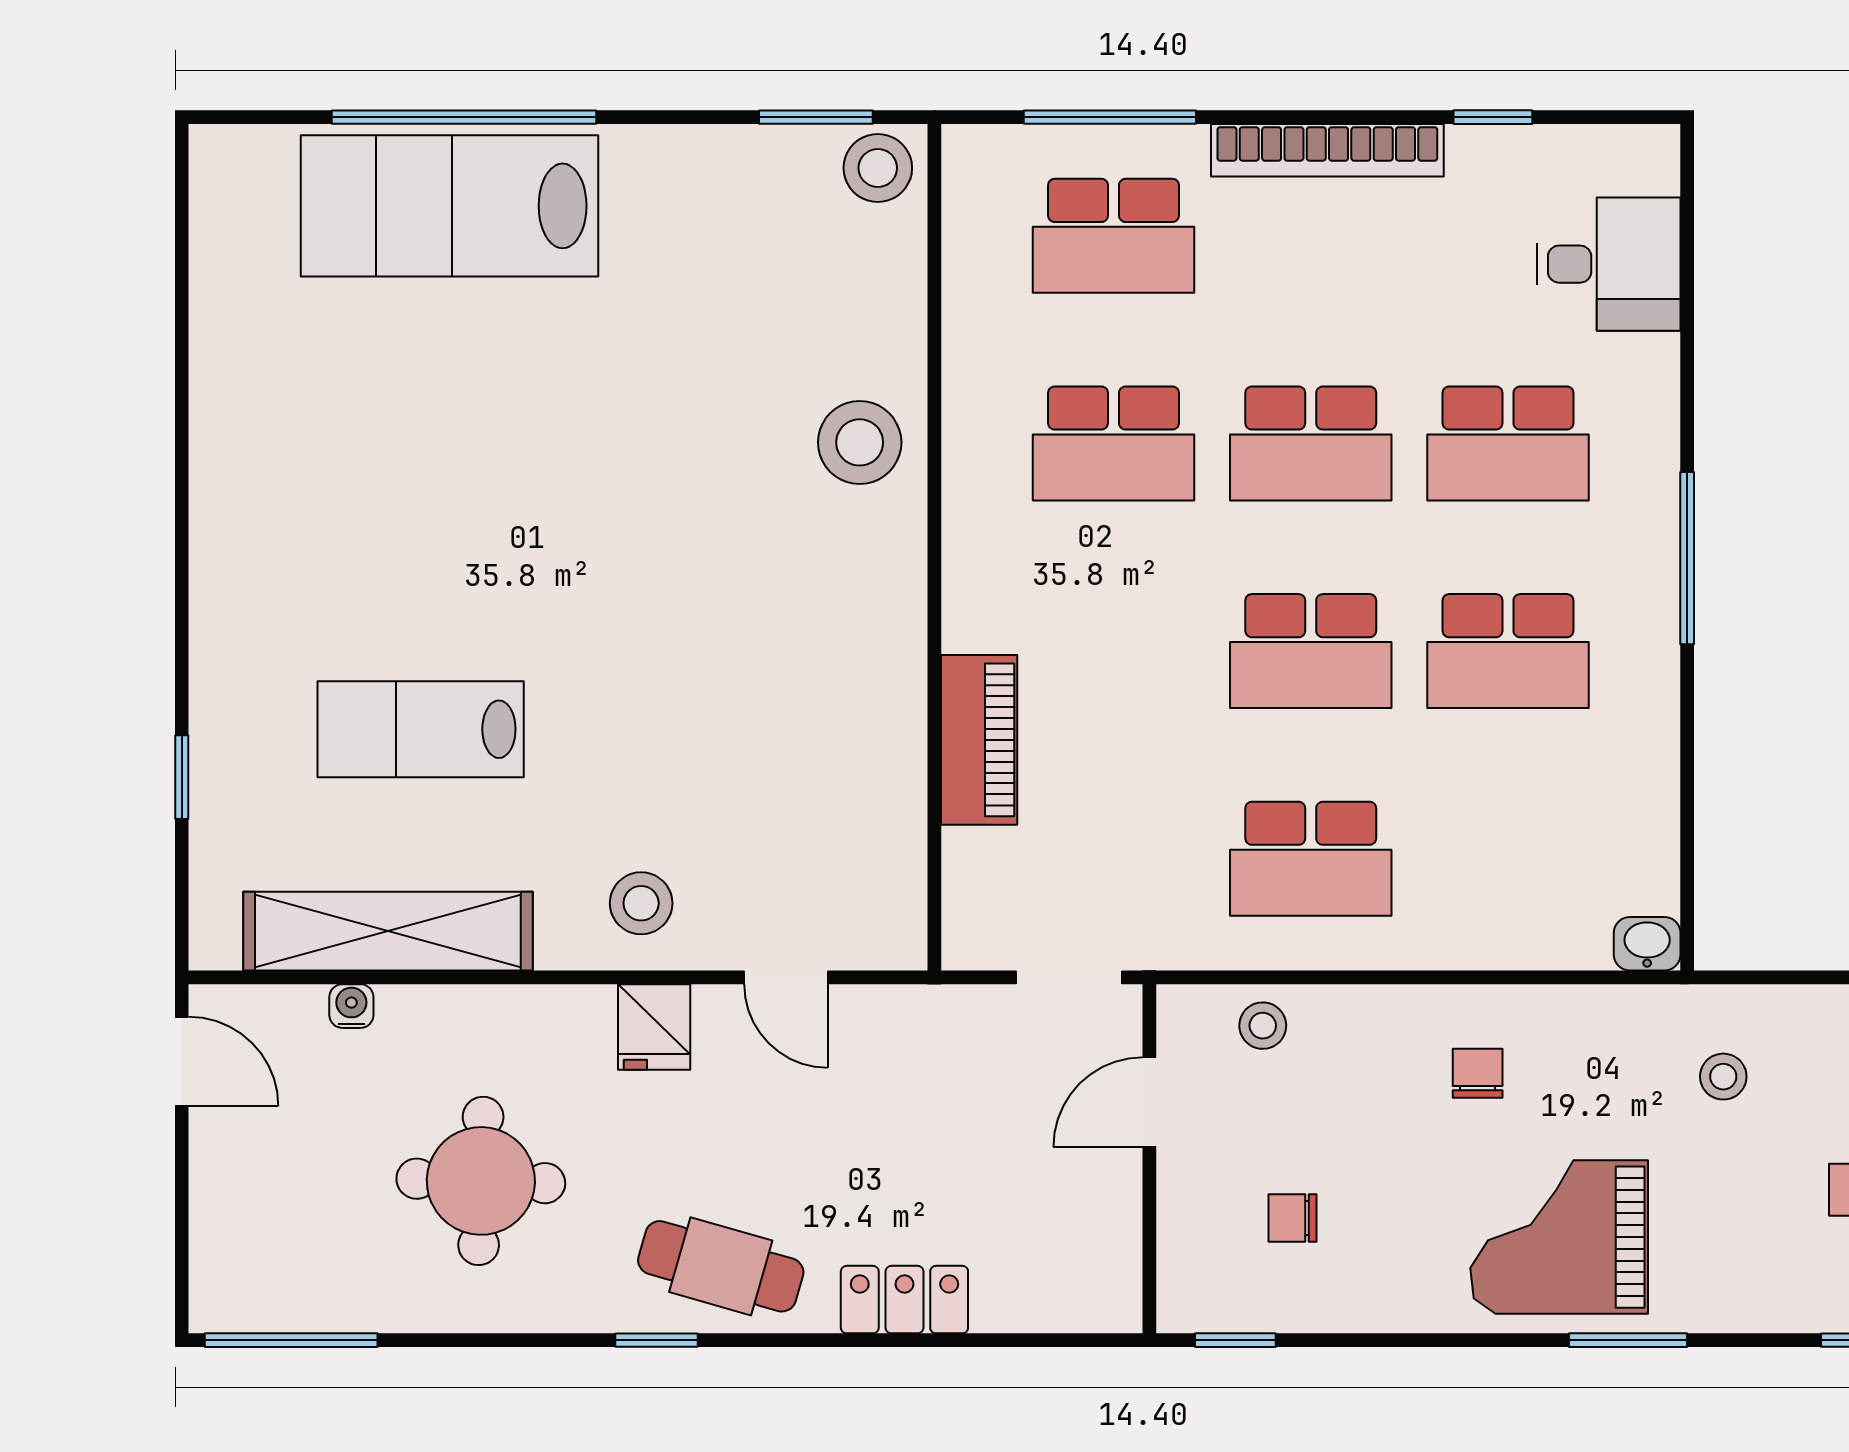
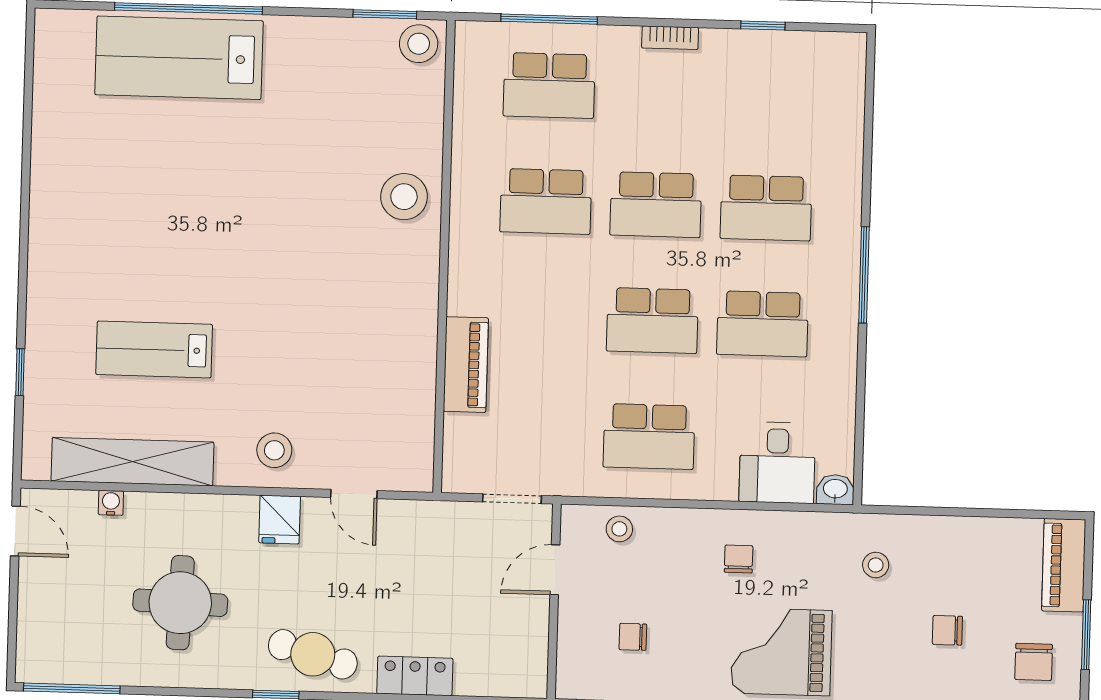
bookcase: (1327, 150) -> (670, 38), width x0.43, depth x0.76
desk: (1608, 264) -> (777, 463), moved, turned 90

